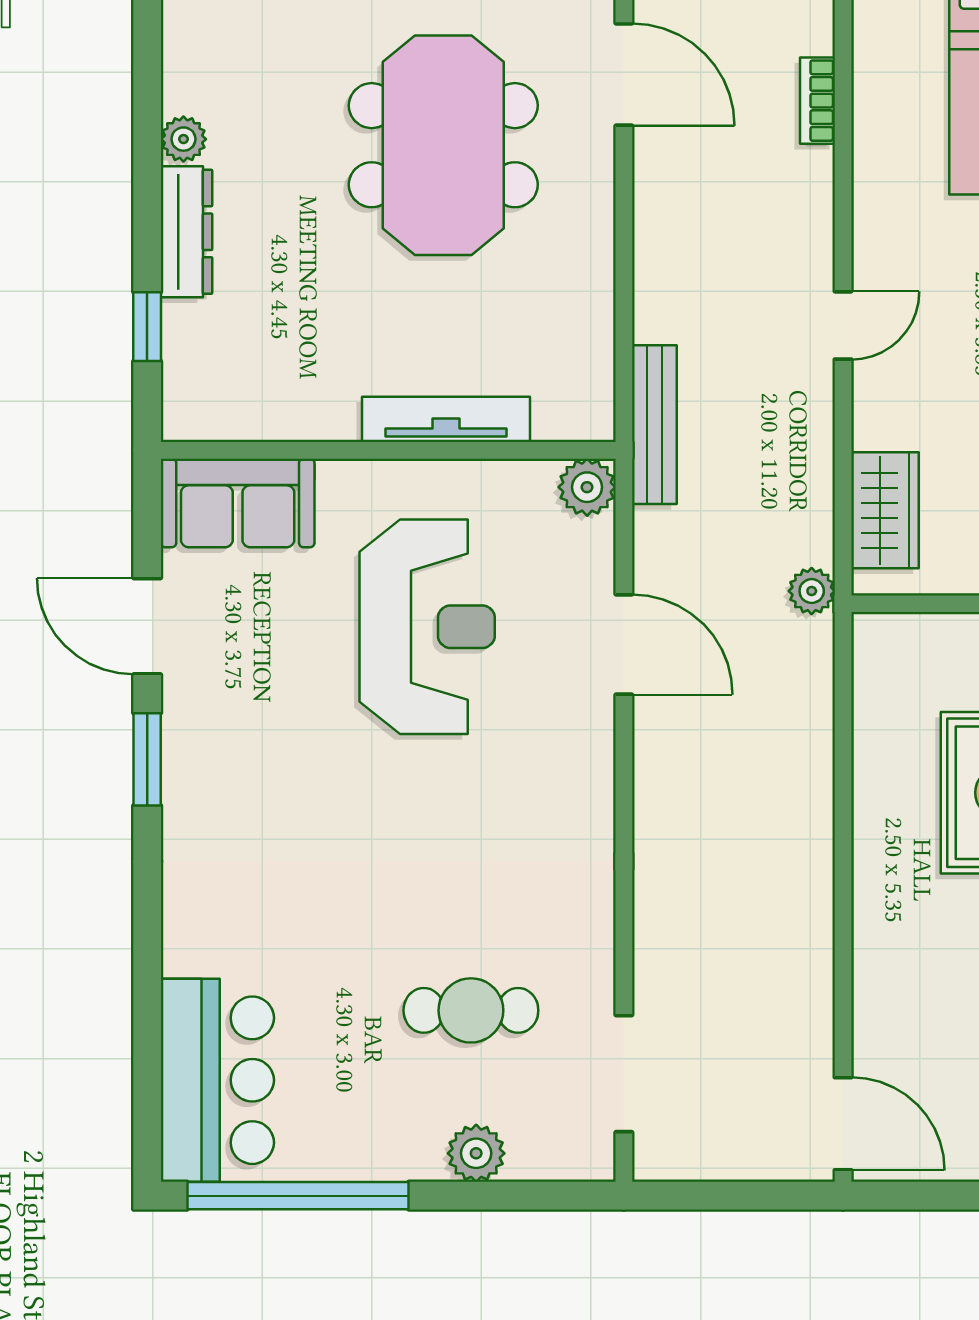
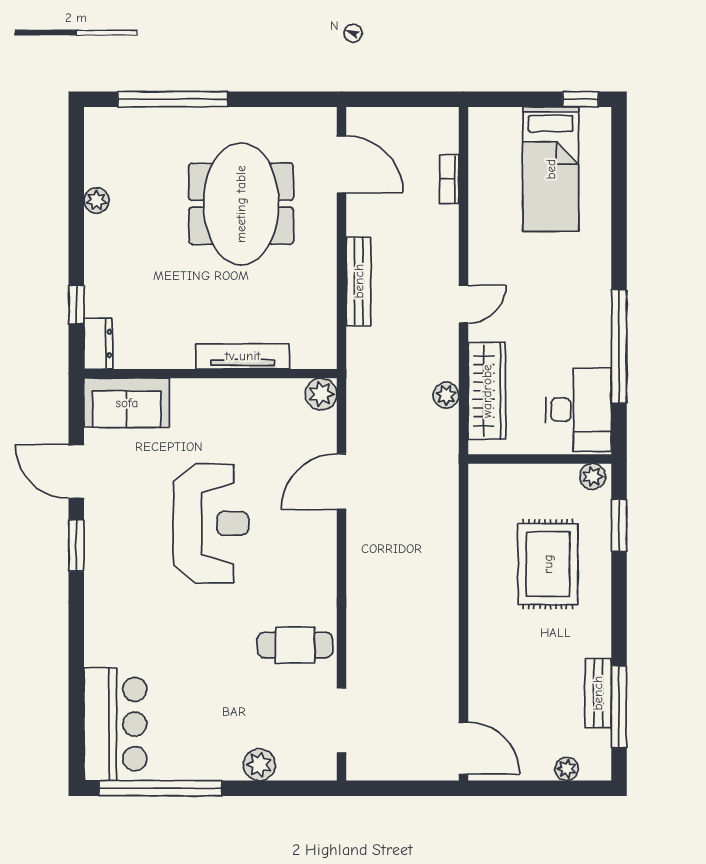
dresser: (187, 232) -> (98, 344), moved, width x0.70
bench: (654, 425) -> (359, 281), moved
wardrobe: (885, 510) -> (487, 391), width x1.50
plant: (812, 591) -> (446, 395), moved
reception desk: (427, 627) -> (211, 523), moved
door: (624, 645) -> (342, 482), swing flipped
cafe table: (471, 1010) -> (295, 645), moved

